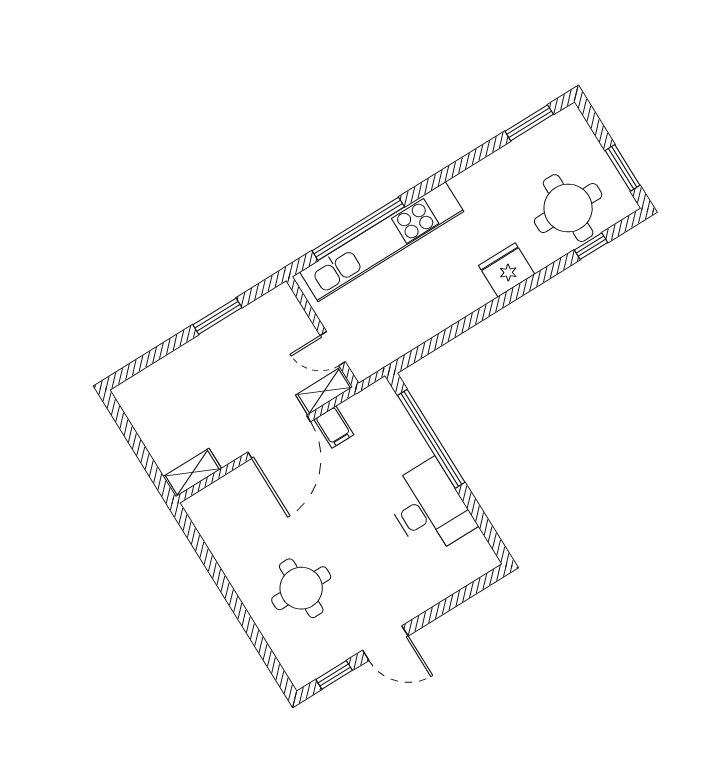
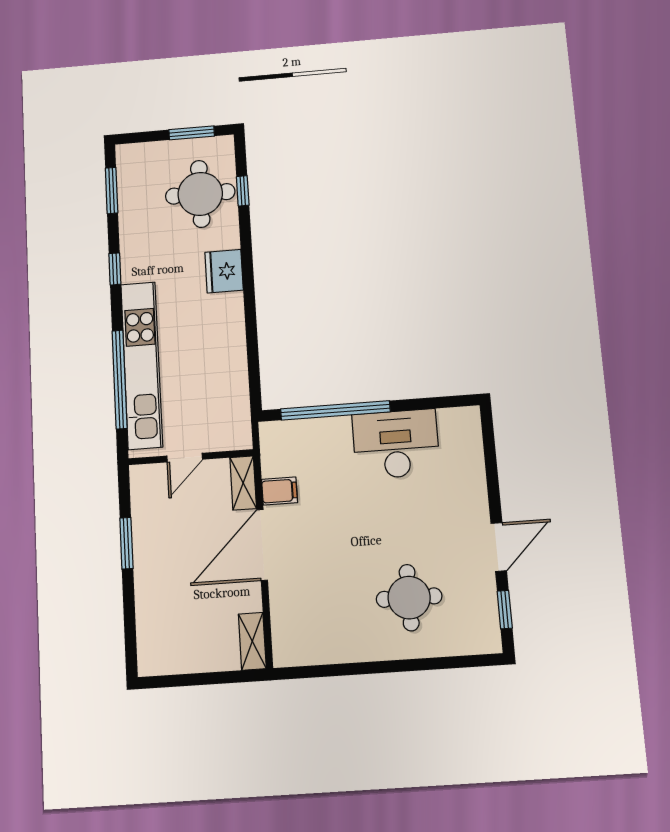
window: (457, 168) -> (115, 269), added
door: (333, 349) -> (185, 458), moved
door: (279, 437) -> (262, 545), swing flipped

